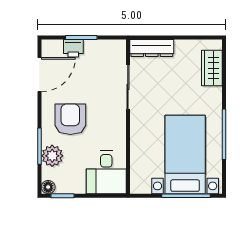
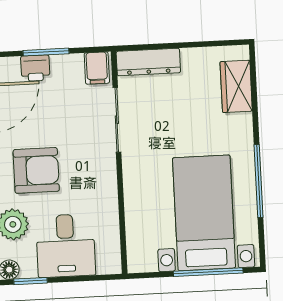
filing cabinet: (116, 50) -> (97, 68), added
armchair: (70, 119) -> (36, 170), turned 90
desk: (106, 172) -> (66, 246), moved

